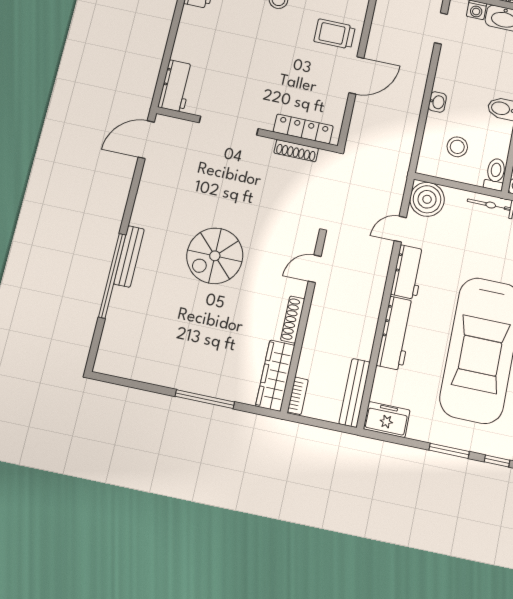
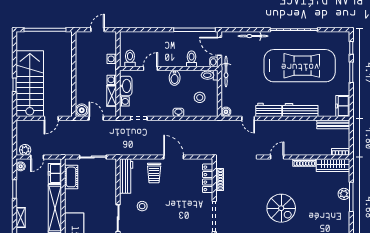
boiler: (427, 199) -> (226, 112), width x0.54, depth x0.54
door: (315, 269) -> (277, 157), swing flipped
plant: (214, 386) -> (344, 194), added

